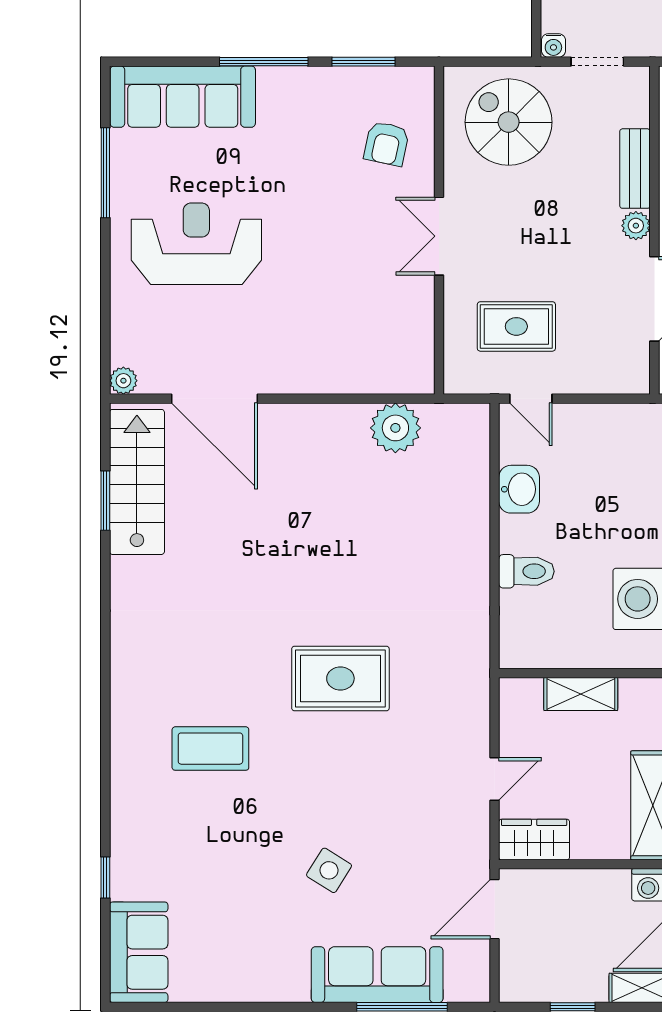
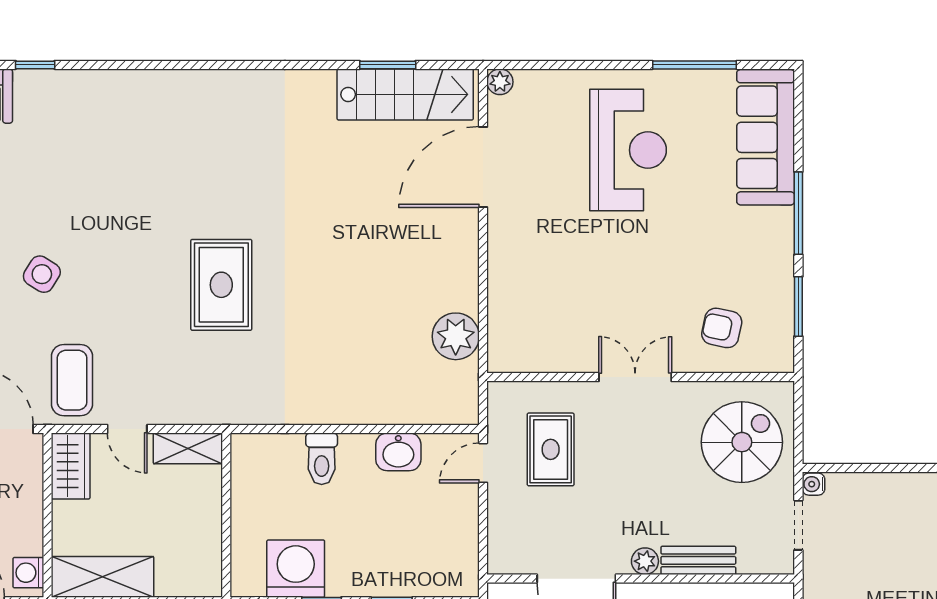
shelving: (581, 694) -> (188, 448), moved, turned 90
coffee table: (210, 749) -> (72, 380), moved

